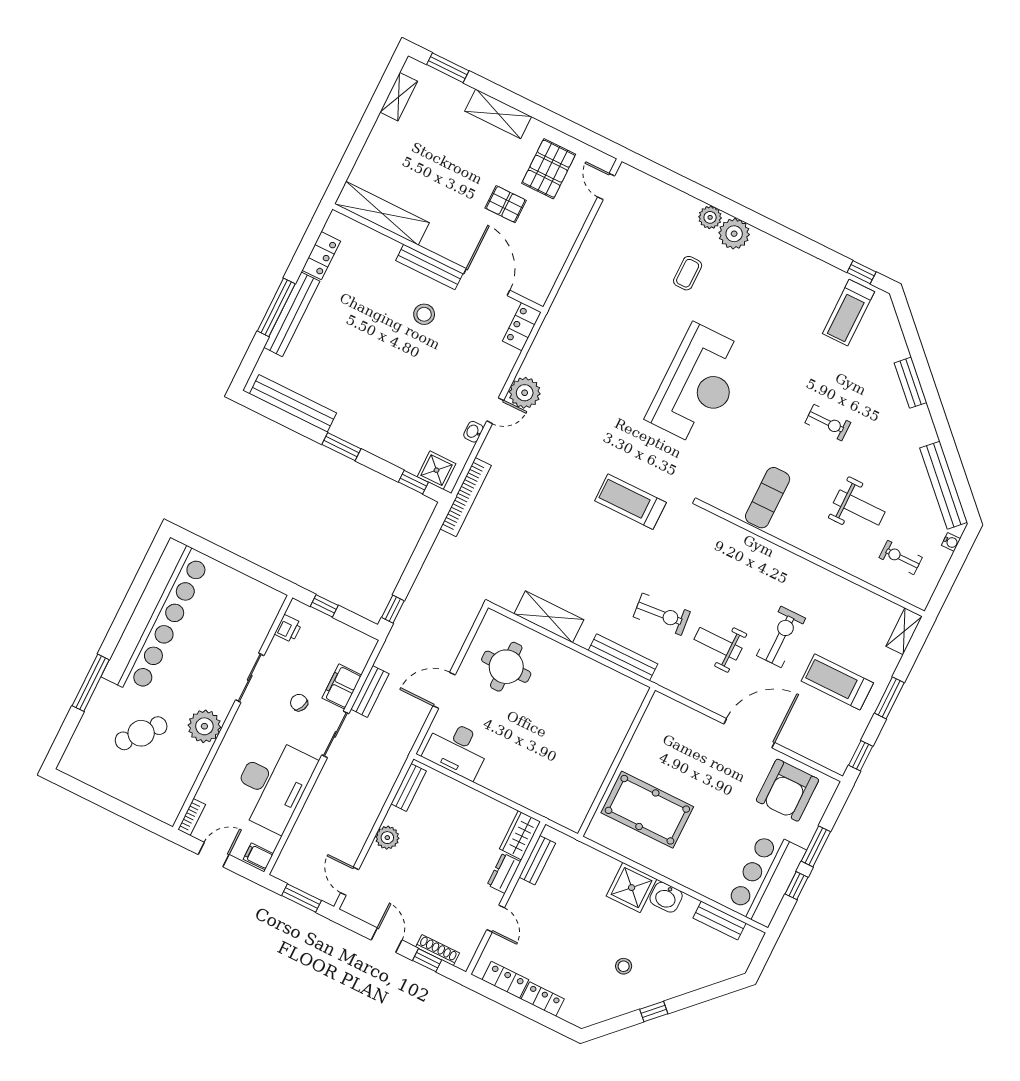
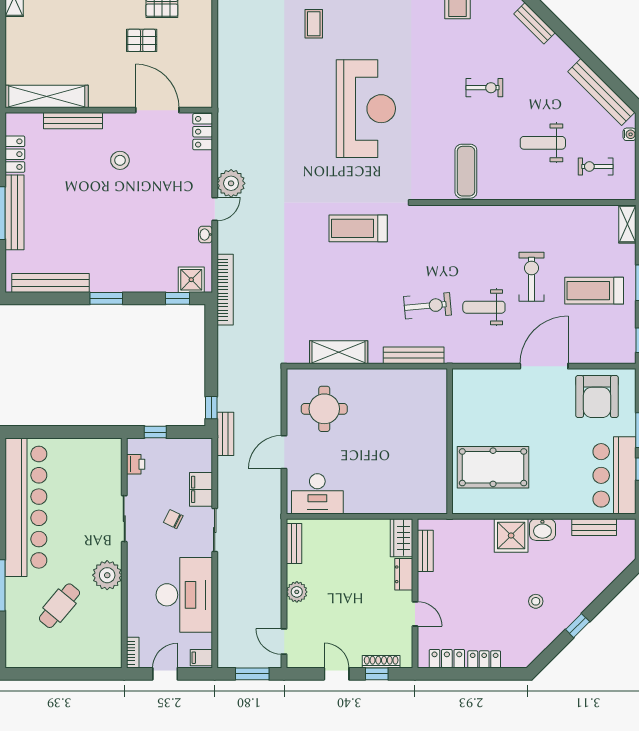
bench: (429, 267) -> (73, 121), moved
weight bench: (859, 507) -> (543, 143), turned 180
bench: (370, 691) -> (225, 434), moved

